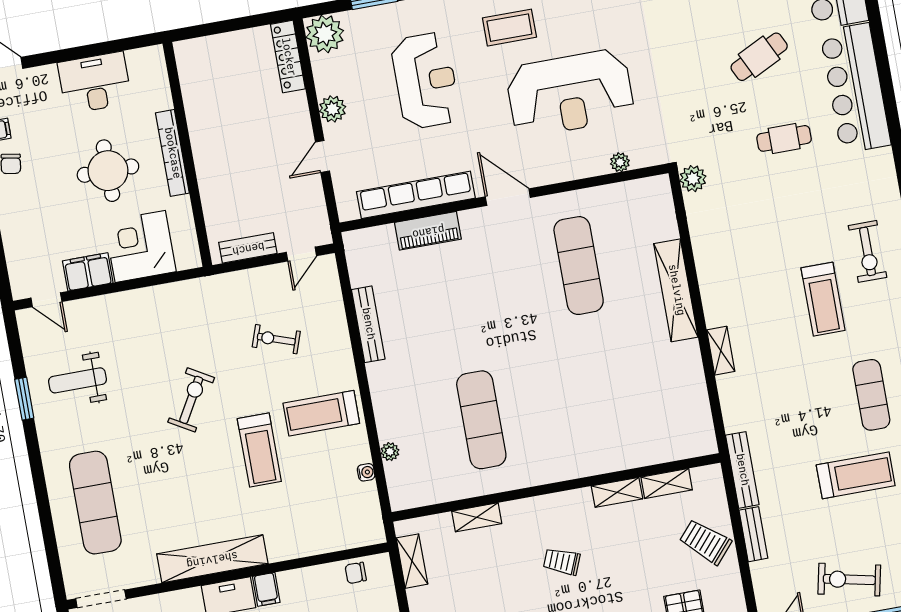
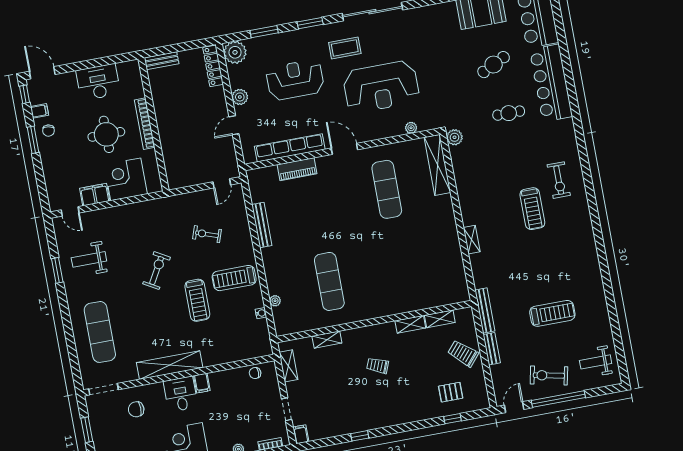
reception desk: (426, 81) -> (295, 80), turned -90
bench: (248, 248) -> (161, 61), moved
shelving: (676, 290) -> (437, 165), moved
exercise mat: (871, 395) -> (561, 265), removed

